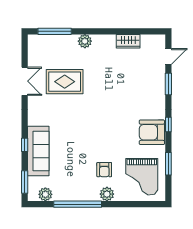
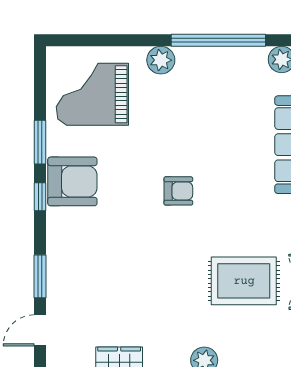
window: (168, 164) -> (40, 142), moved
armchair: (104, 170) -> (178, 191), moved, turned 90
grand piano: (142, 177) -> (92, 94), turned -90

